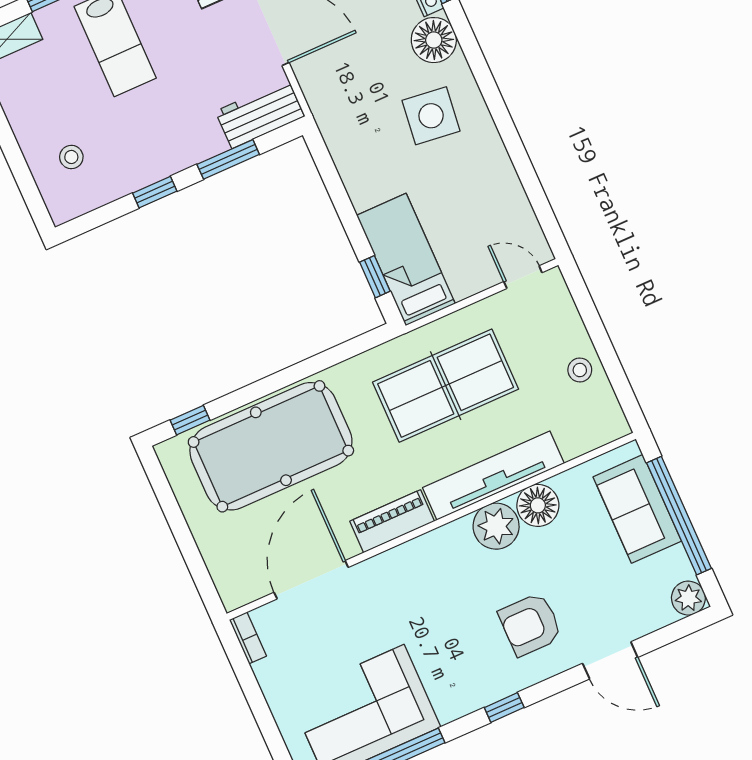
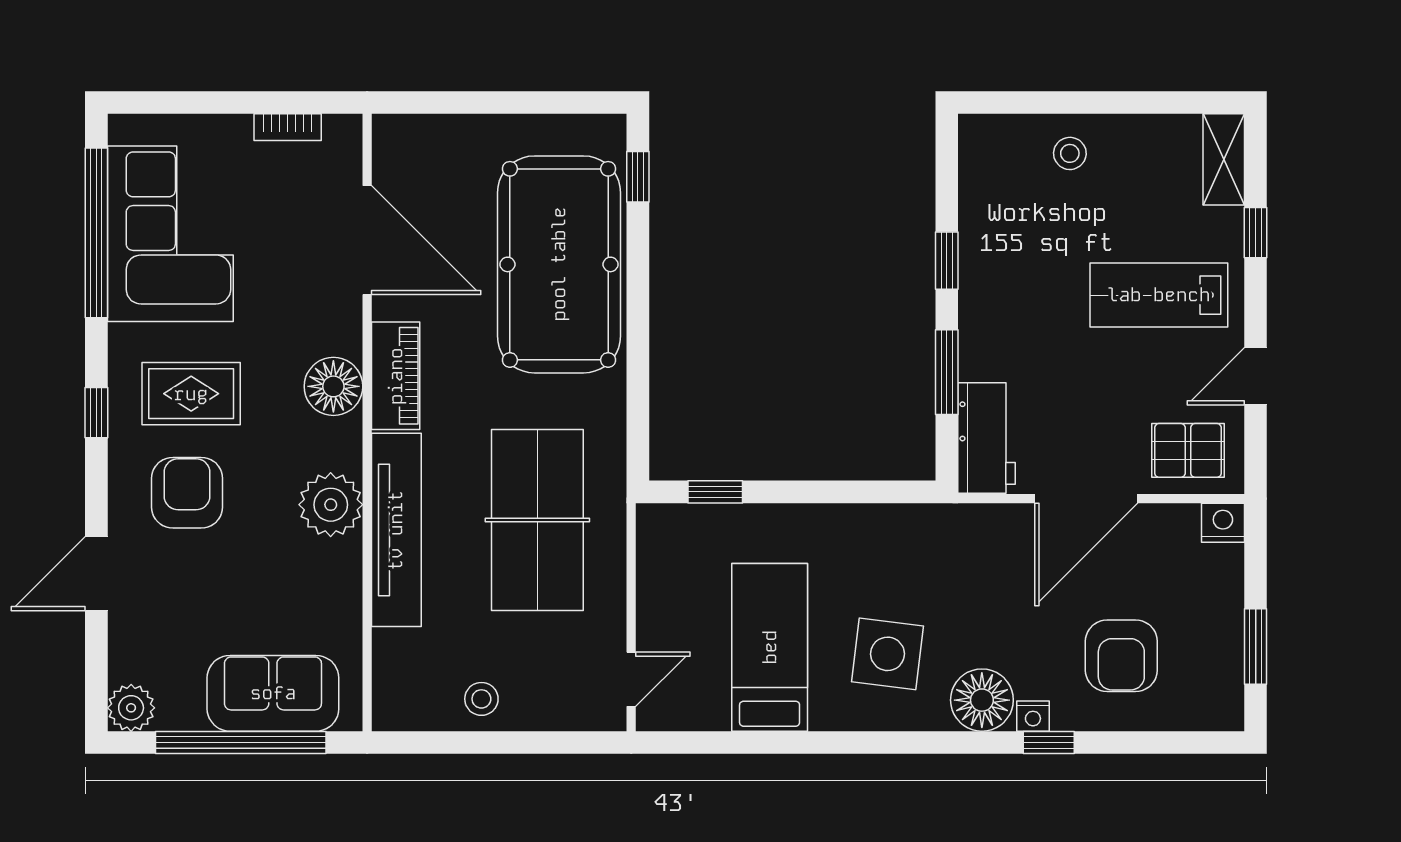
stool: (71, 157) -> (1070, 153), moved
bed: (406, 259) -> (770, 647), moved, turned -90
floor lamp: (538, 505) -> (333, 386), moved
bookcase: (248, 638) -> (288, 127), moved
rug: (464, 651) -> (191, 394), added

